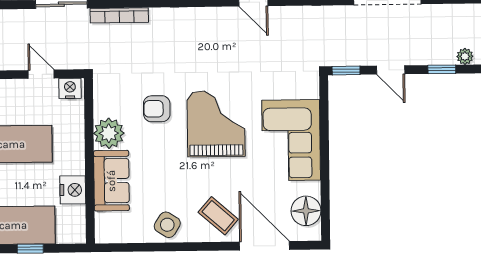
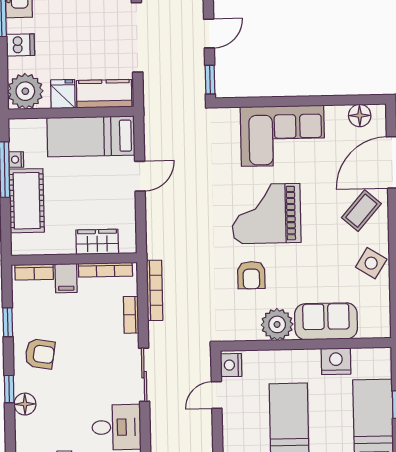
bookcase: (119, 15) -> (155, 290), moved
floor lamp: (306, 211) -> (360, 116), width x0.73, depth x0.73

